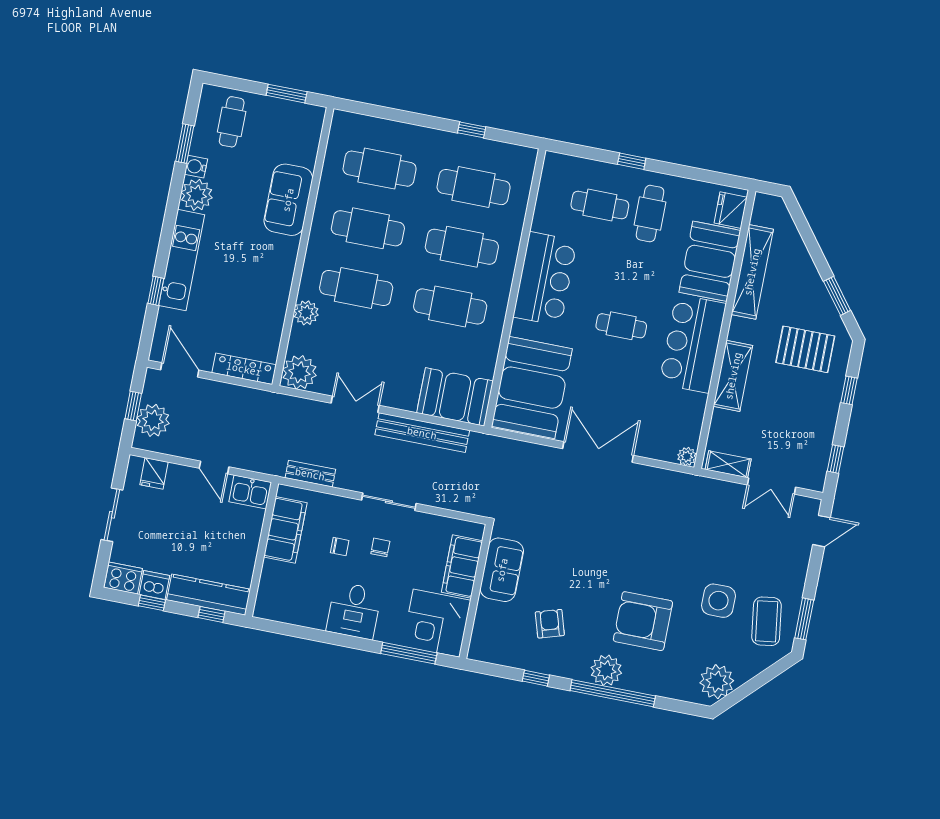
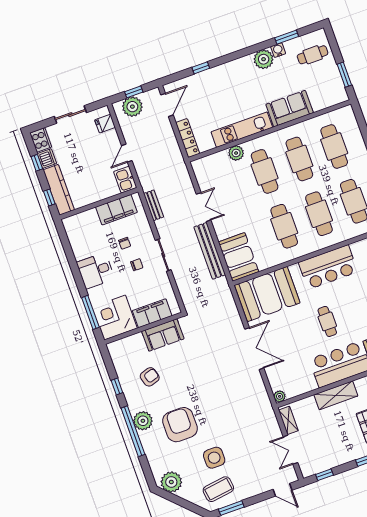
kitchen unit: (182, 260) -> (242, 130), moved, turned 180
plant: (299, 372) -> (203, 168), removed

